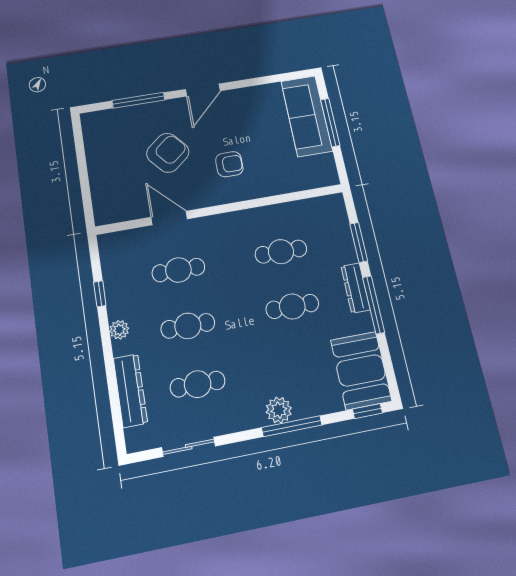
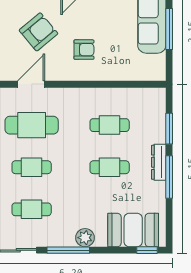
door: (169, 218) -> (31, 84), hinge flipped
cafe table: (178, 270) -> (32, 125), width x1.37, depth x1.35
booth: (361, 370) -> (133, 230), moved, turned 90
window: (292, 426) -> (68, 250), moved

